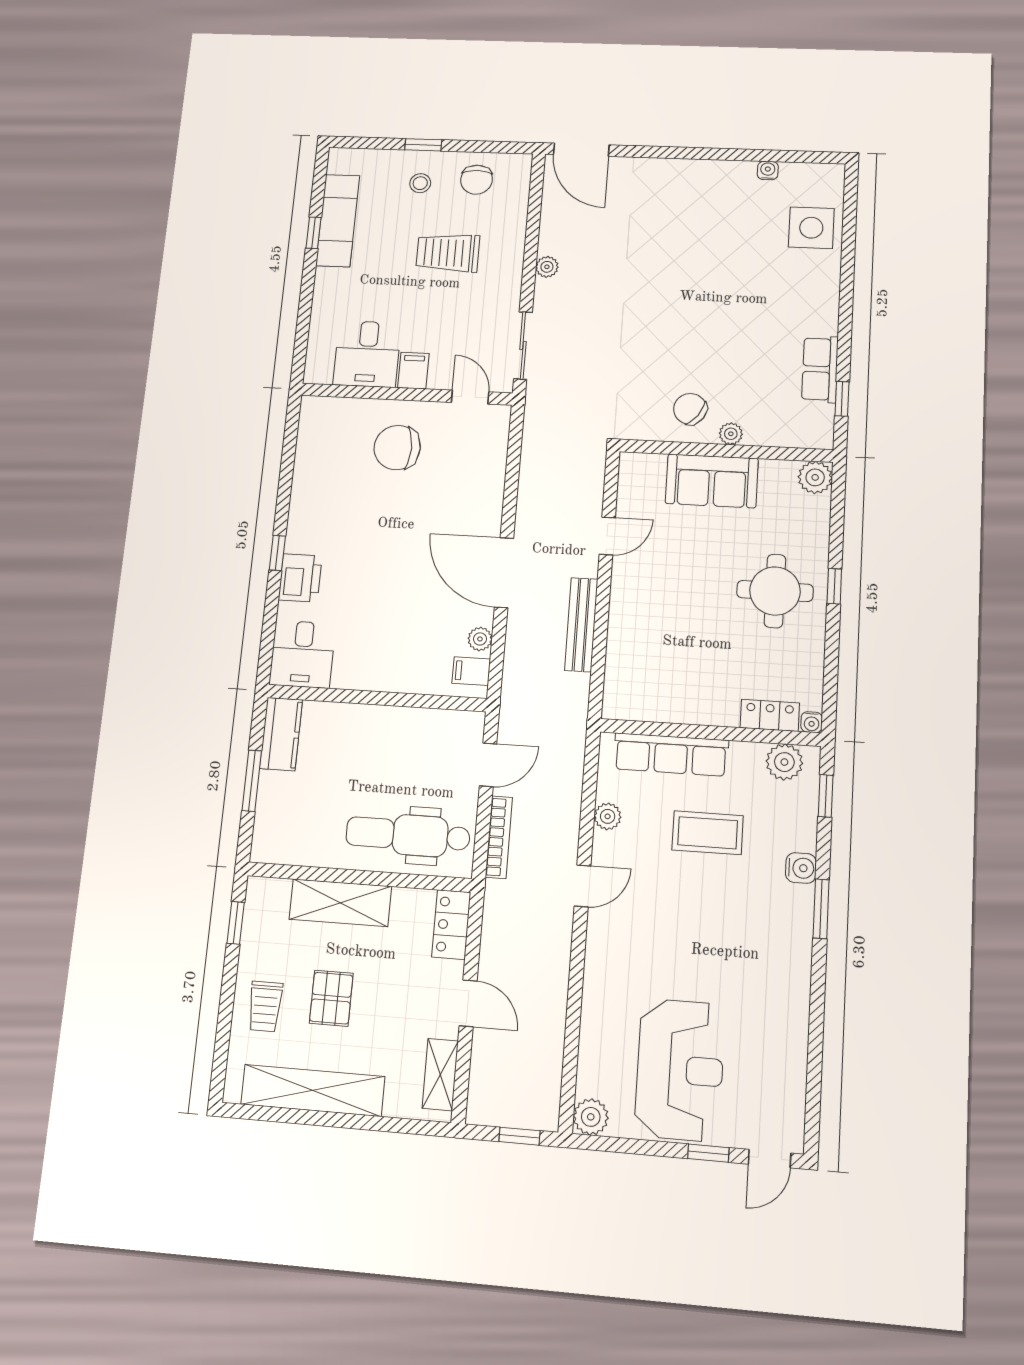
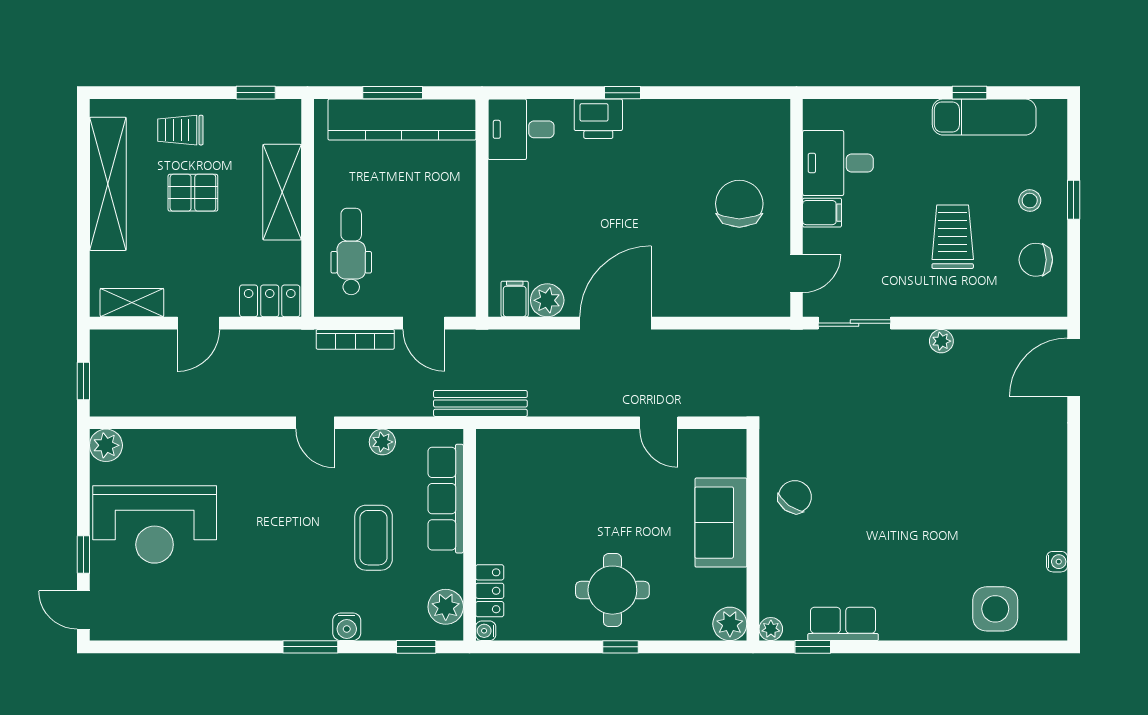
plant: (731, 434) -> (771, 629), moved
bench: (581, 625) -> (480, 403), moved
plant: (480, 639) -> (547, 300), width x1.38, depth x1.38
kitchen counter: (281, 734) -> (402, 120), width x2.08, depth x1.17
dental chair: (408, 835) -> (351, 251), width x0.73, depth x0.72

